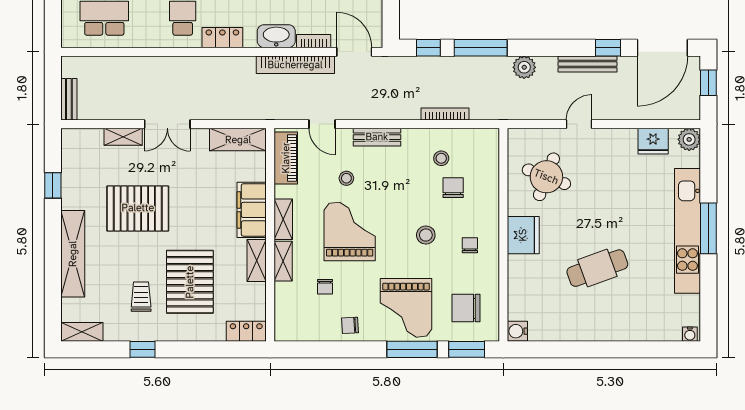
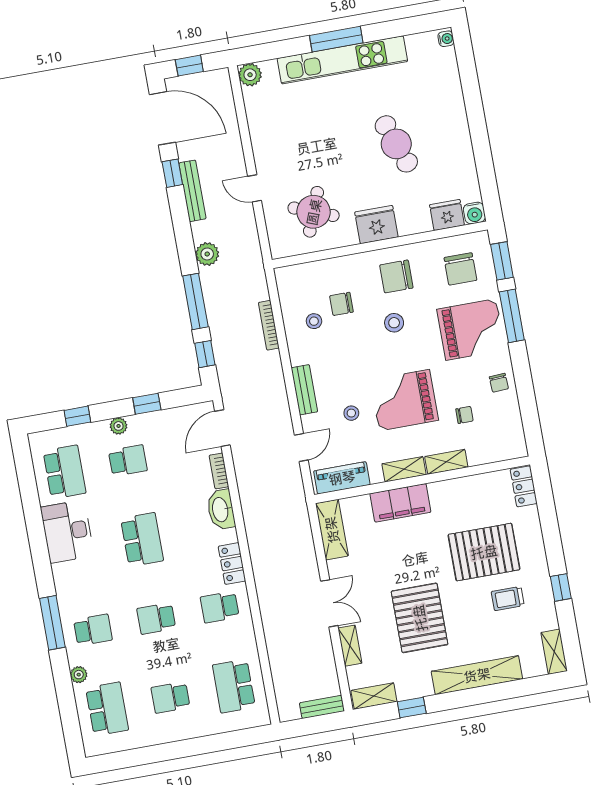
bookcase: (295, 65) -> (246, 485), removed
fridge: (653, 141) -> (447, 215), moved, turned -90
chair: (470, 245) -> (396, 276), width x1.87, depth x1.87
shelving: (257, 261) -> (374, 696), moved

